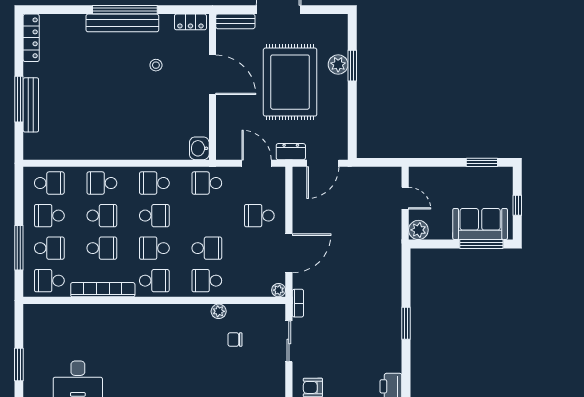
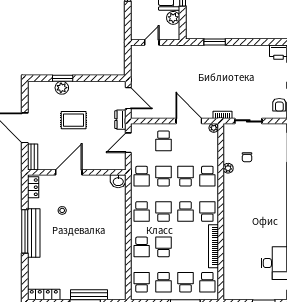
rug: (290, 82) -> (74, 120), width x0.54, depth x0.49
plant: (418, 230) -> (173, 18), moved
school desk: (102, 248) -> (164, 176), moved
window: (406, 323) -> (215, 42), moved

